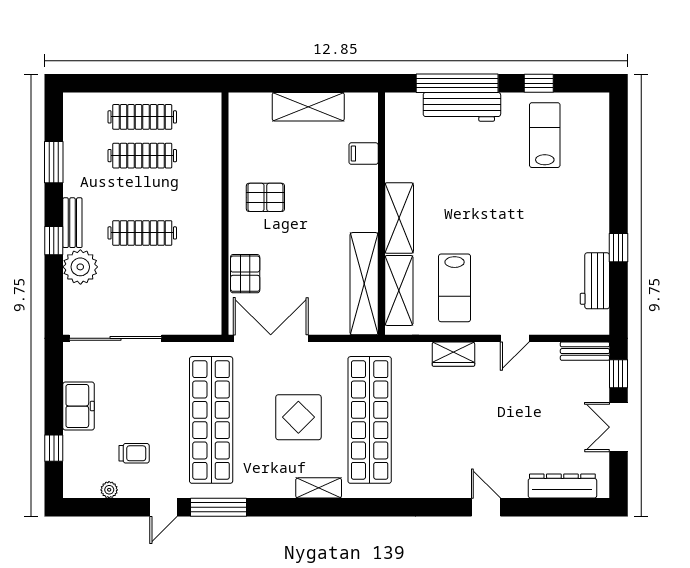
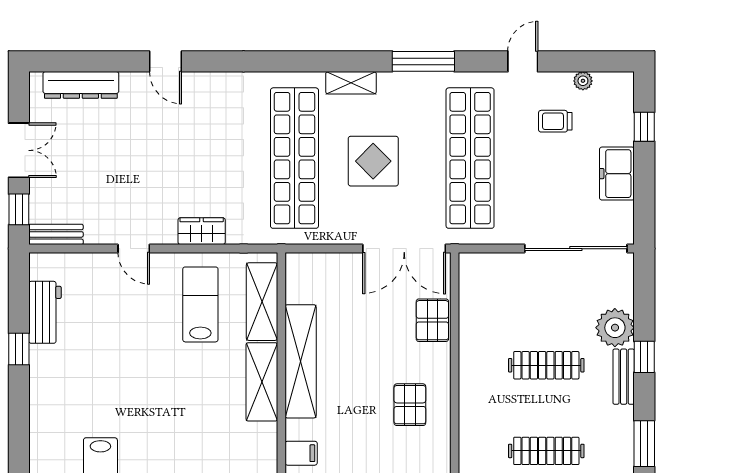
pallet: (265, 197) -> (410, 405), turned 90
shelving: (364, 284) -> (301, 361), moved
door: (515, 338) -> (134, 249), swing flipped
window: (218, 507) -> (423, 61), moved

